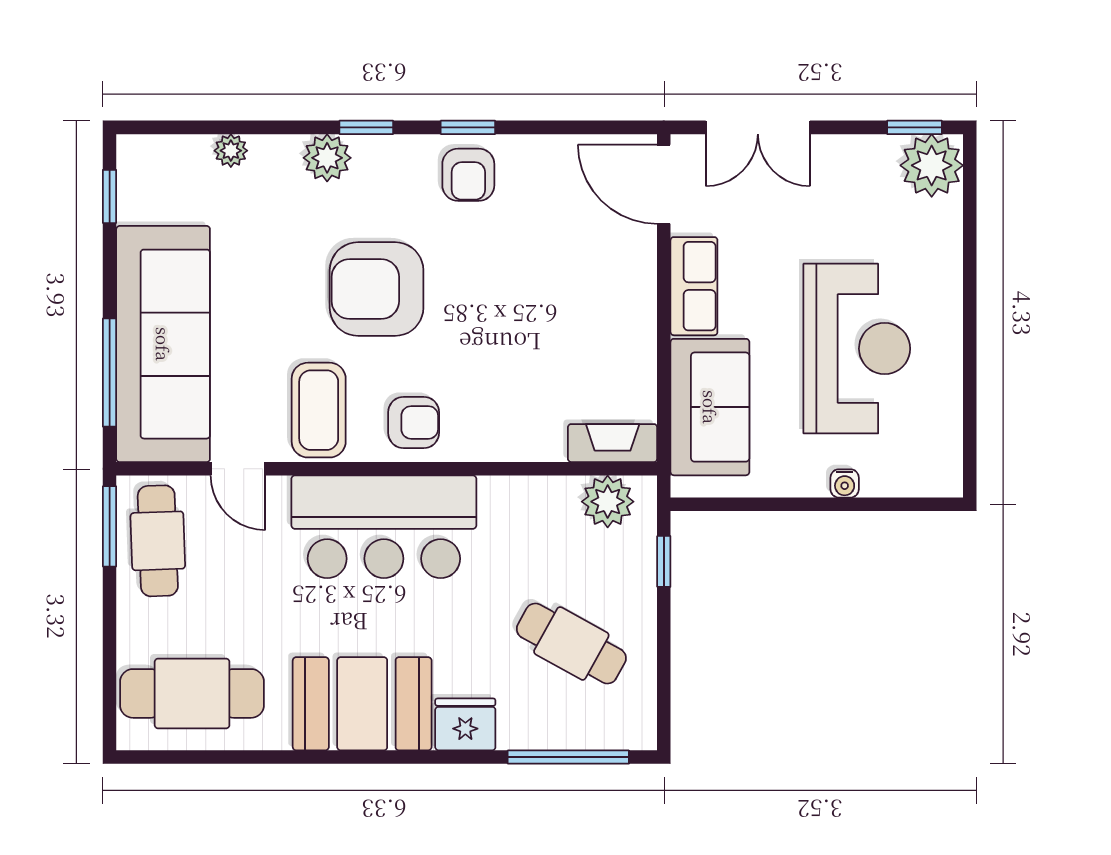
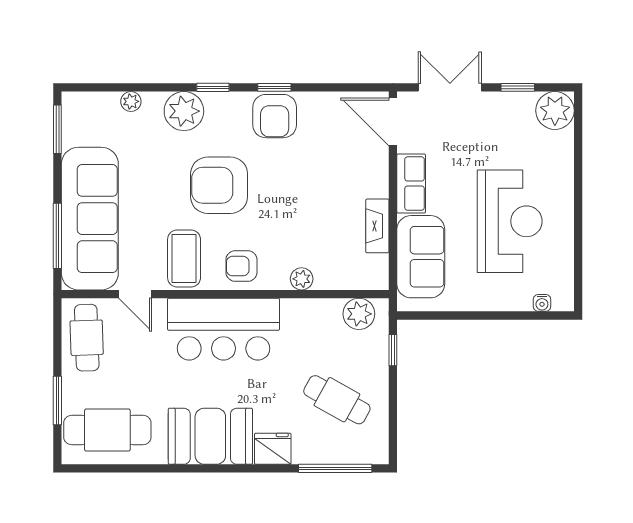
double door: (758, 127) -> (450, 87), swing flipped
window: (914, 127) -> (518, 87), moved
plant: (327, 158) -> (184, 111), width x1.36, depth x1.36
armchair: (468, 175) -> (275, 116), width x1.38, depth x1.38
window: (110, 196) -> (57, 129), width x1.50
armchair: (414, 422) -> (241, 266), turned 180
fireplace: (613, 443) -> (377, 226), moved, turned -90
plant: (513, 444) -> (302, 279), added
water cooler: (845, 483) -> (542, 303), moved
window: (110, 526) -> (57, 401), moved

